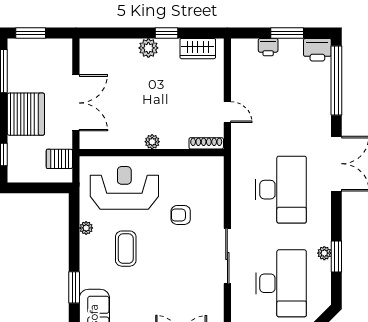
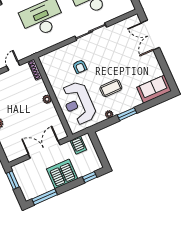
window: (31, 33) -> (13, 180), moved
window: (74, 287) -> (127, 114), moved

